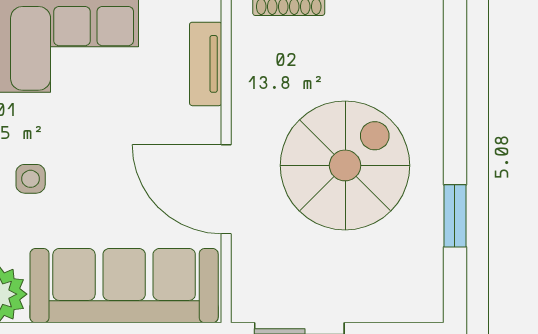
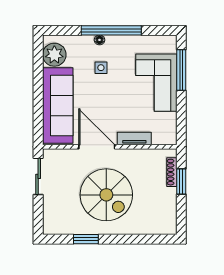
tv unit: (206, 64) -> (134, 138), moved
door: (226, 189) -> (97, 147), hinge flipped

